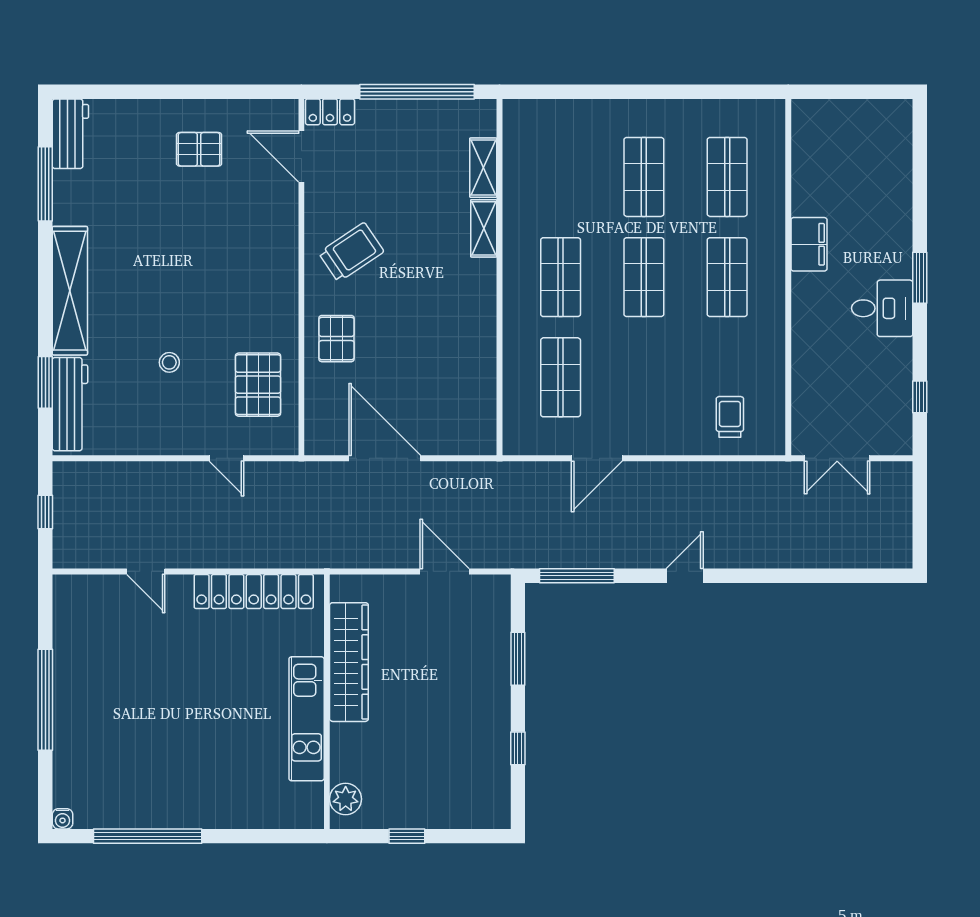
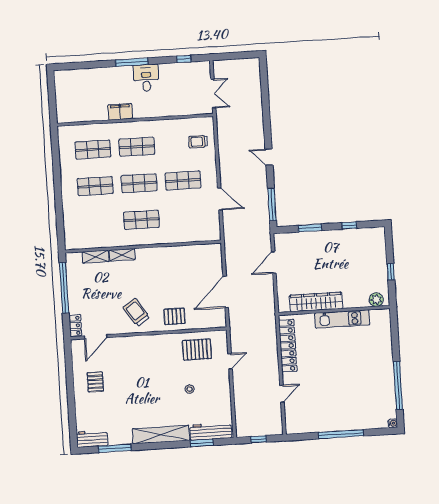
window: (920, 278) -> (132, 62), width x1.44
shop shelf: (561, 377) -> (183, 180), moved

